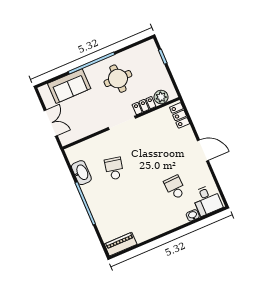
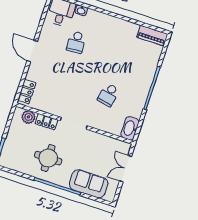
washbasin: (81, 173) -> (130, 128), moved

